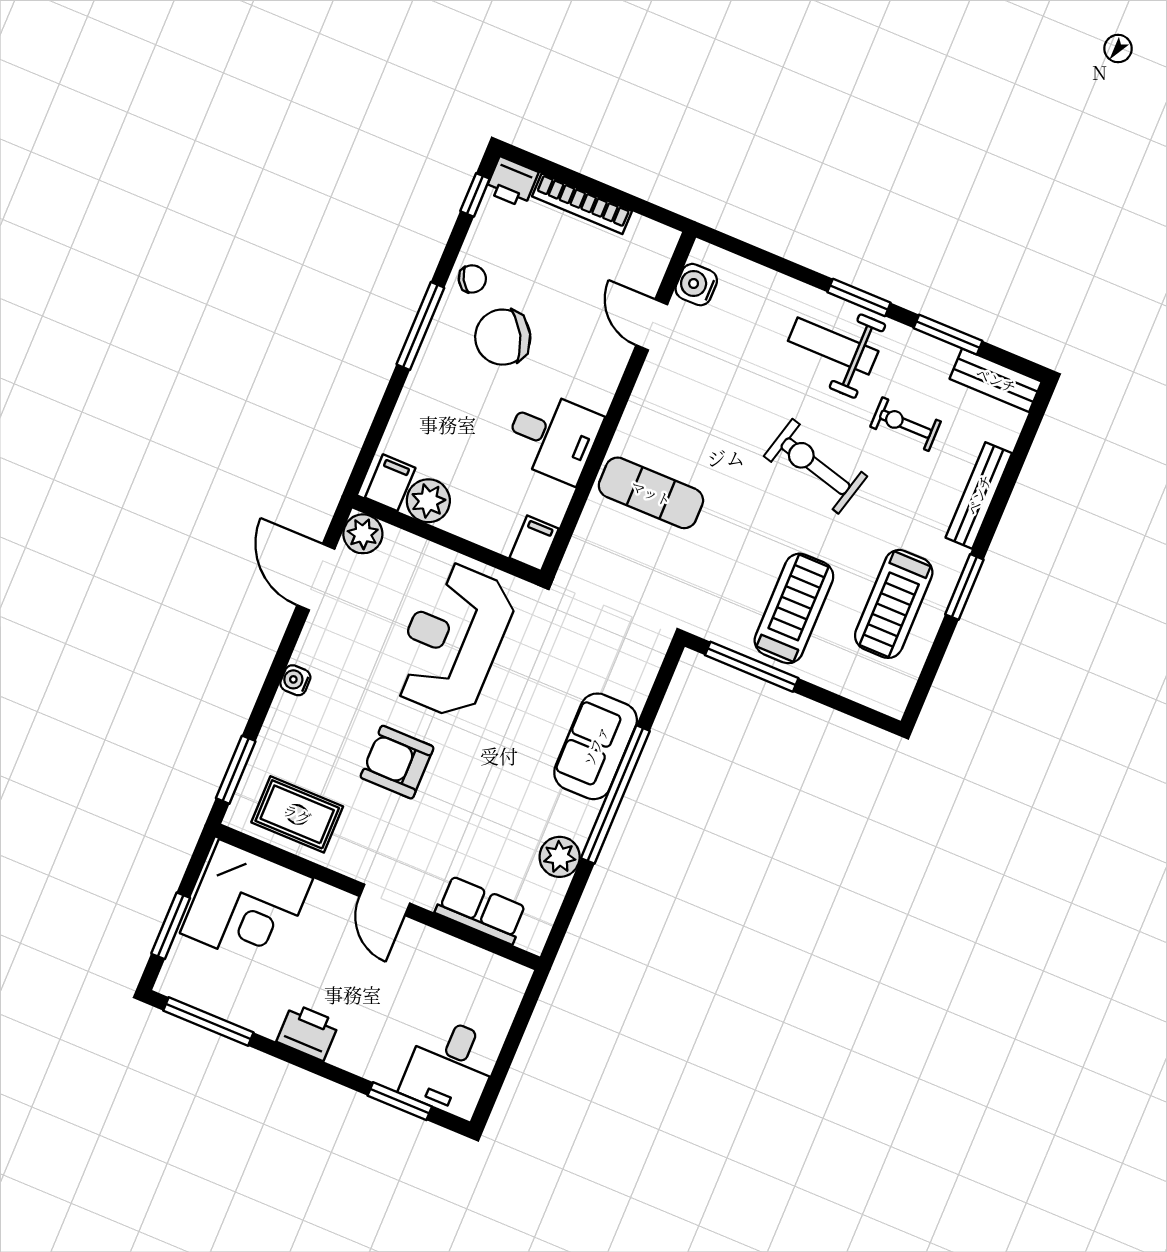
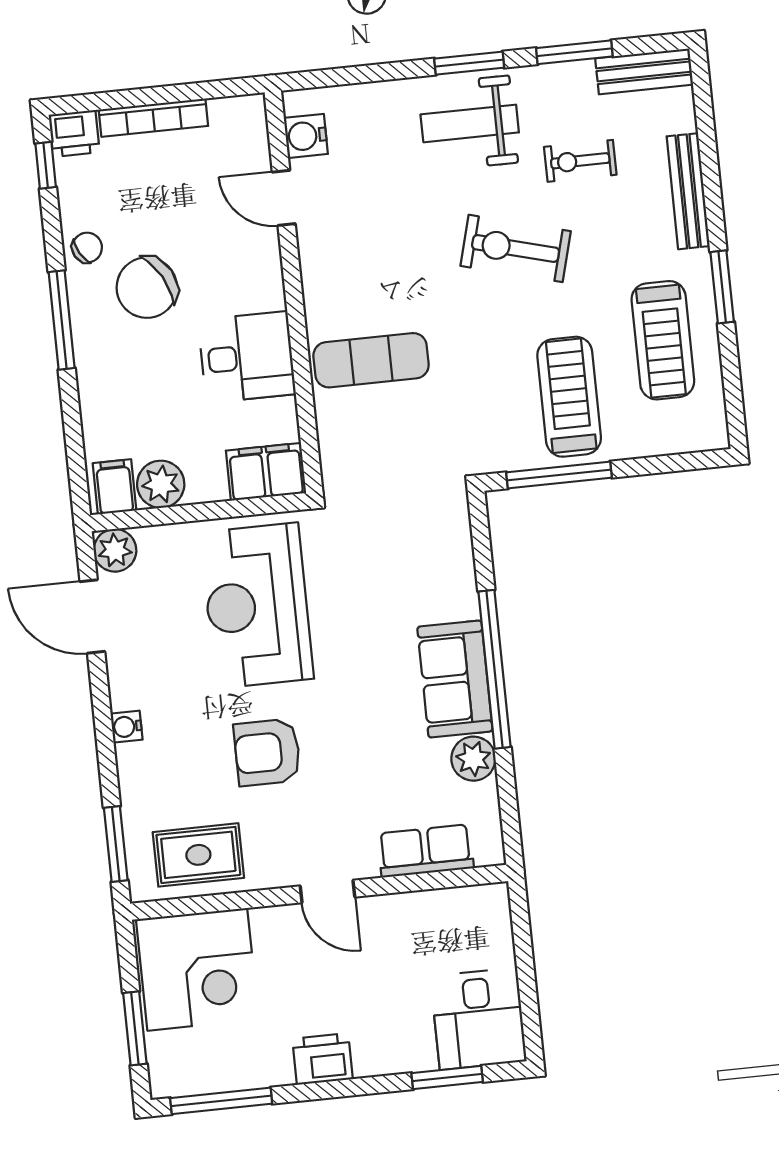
filing cabinet: (534, 543) -> (266, 472), width x2.00
sofa: (596, 746) -> (455, 679), moved

